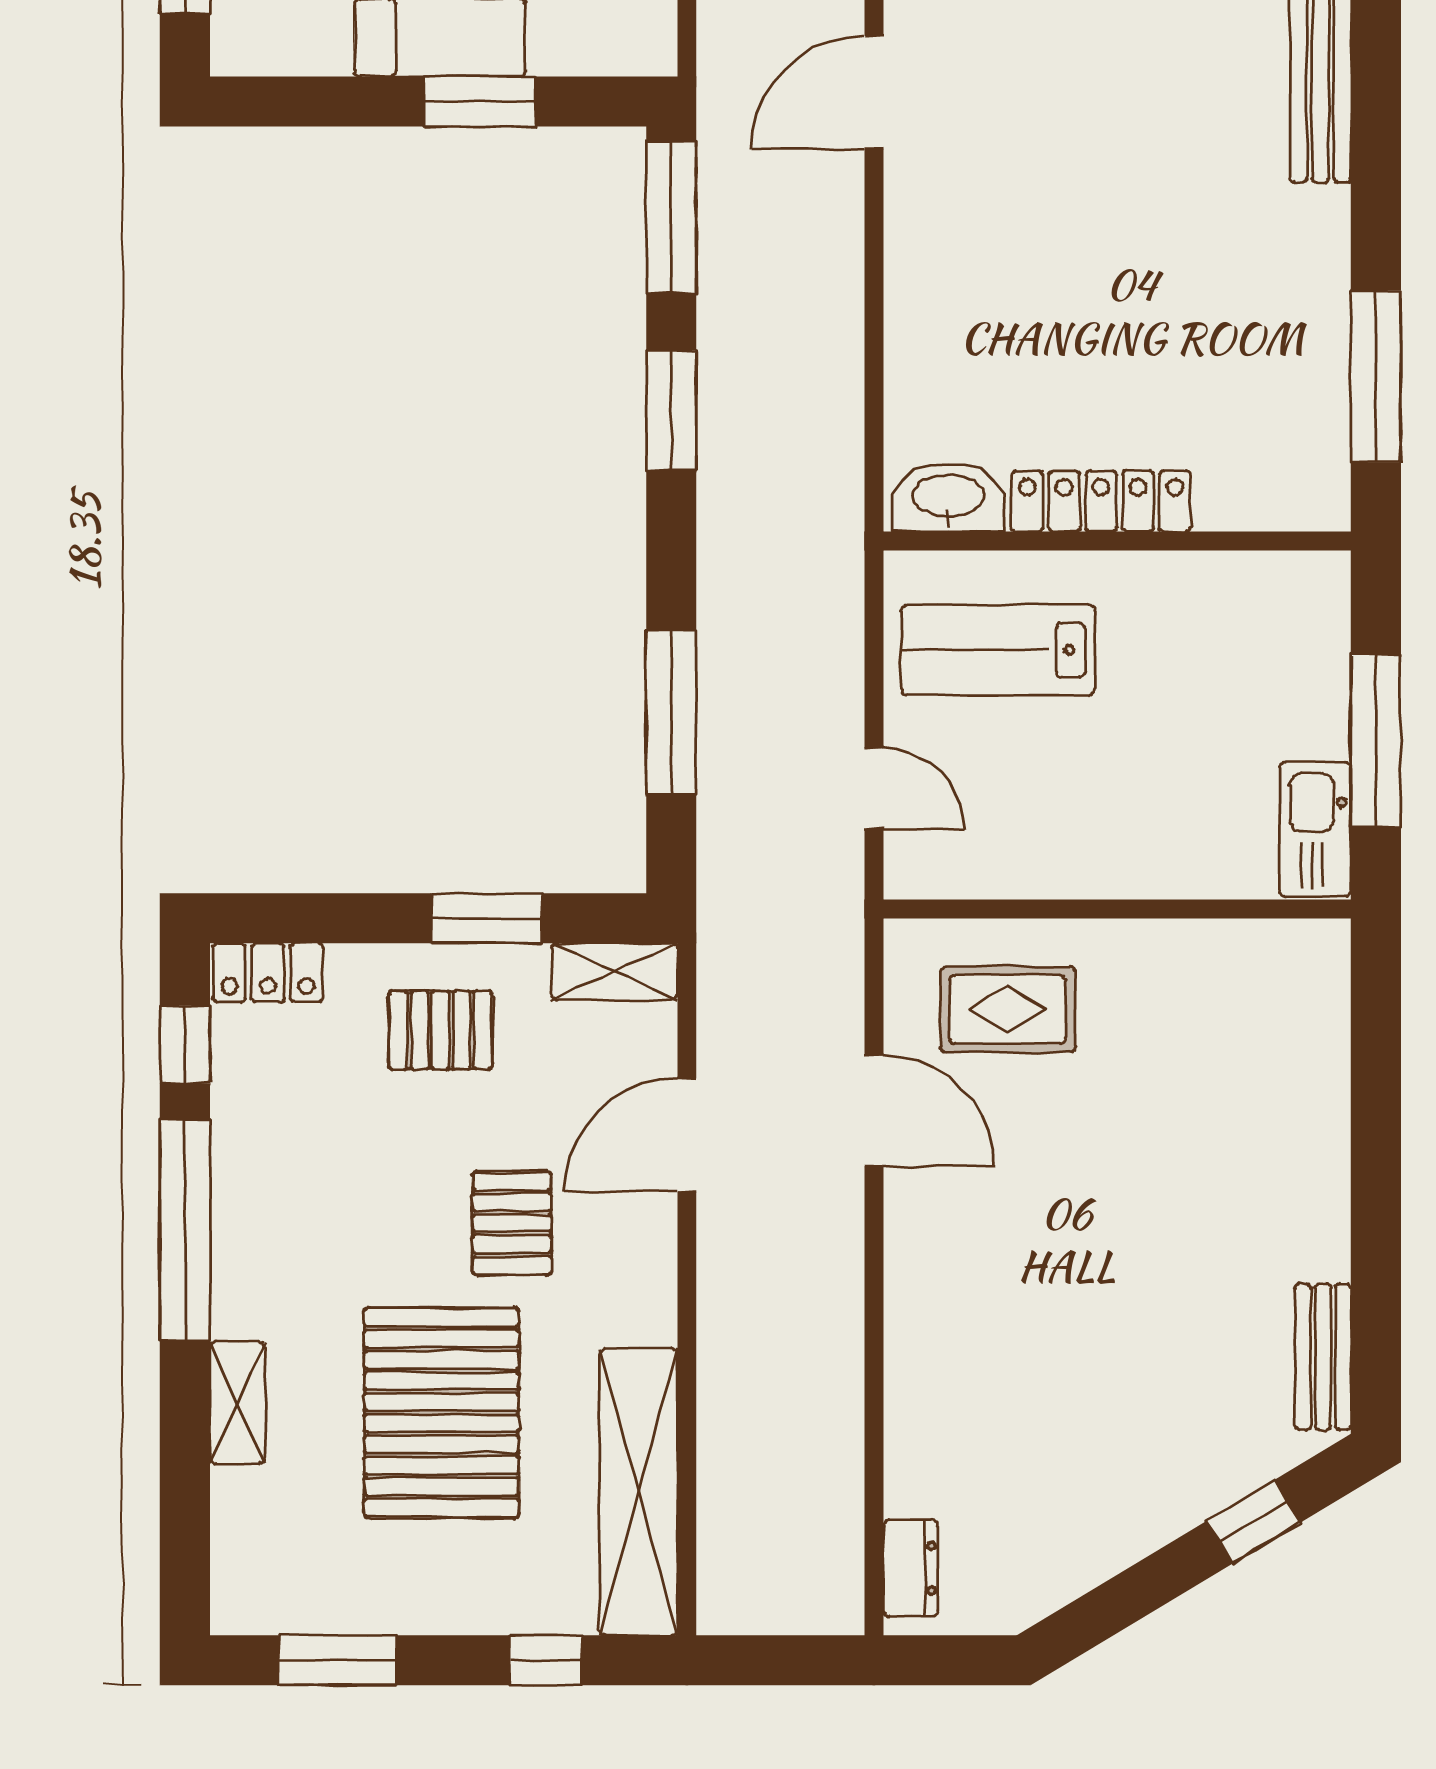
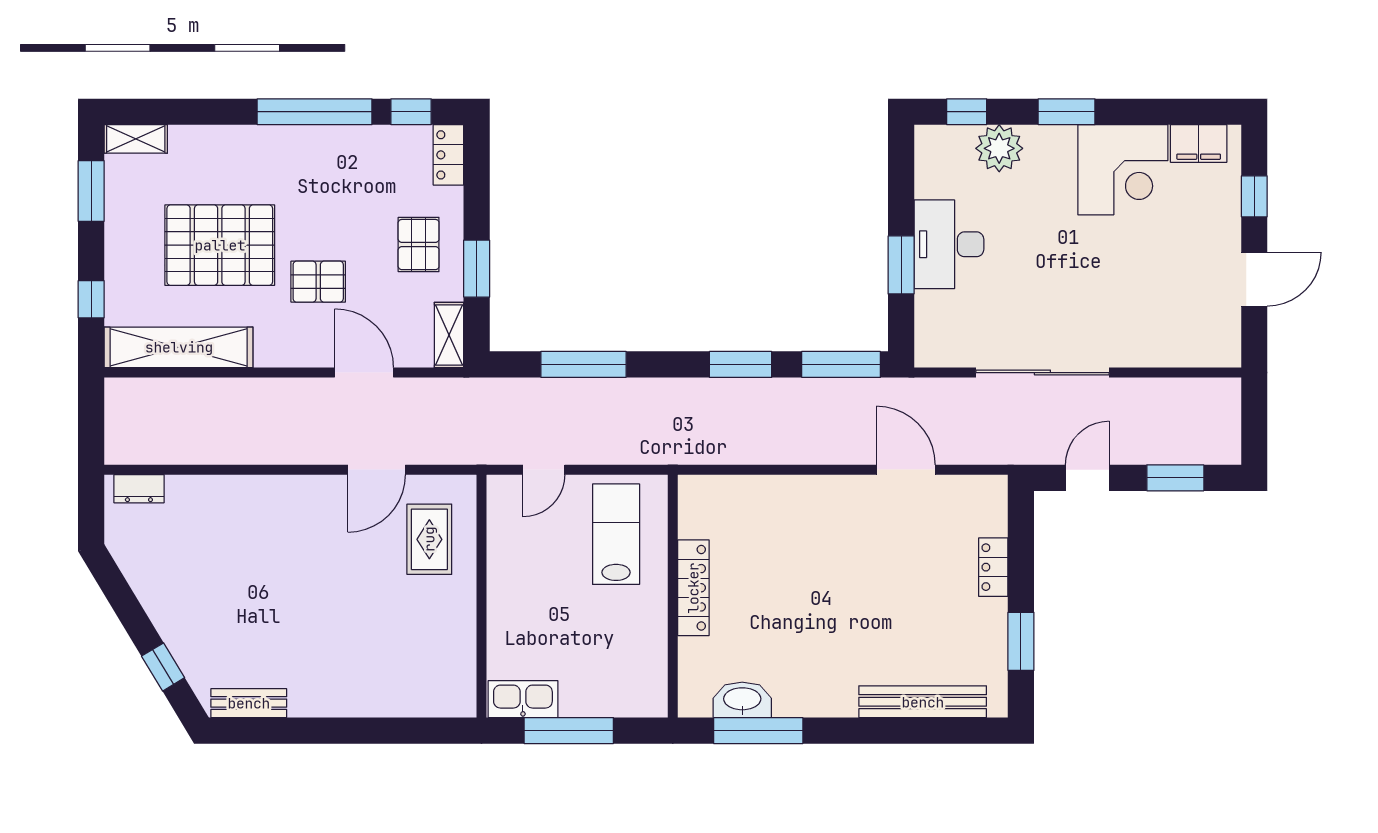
washbasin: (948, 498) -> (742, 700), moved, turned -90
shelving: (237, 1403) -> (136, 139), moved

